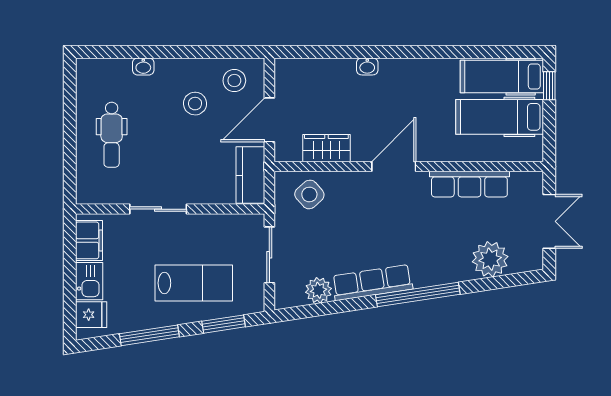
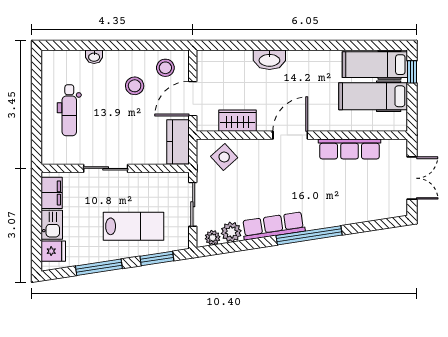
washbasin: (367, 66) -> (269, 60), width x1.91, depth x1.45
plant: (490, 259) -> (213, 238), moved, width x0.53, depth x0.53

